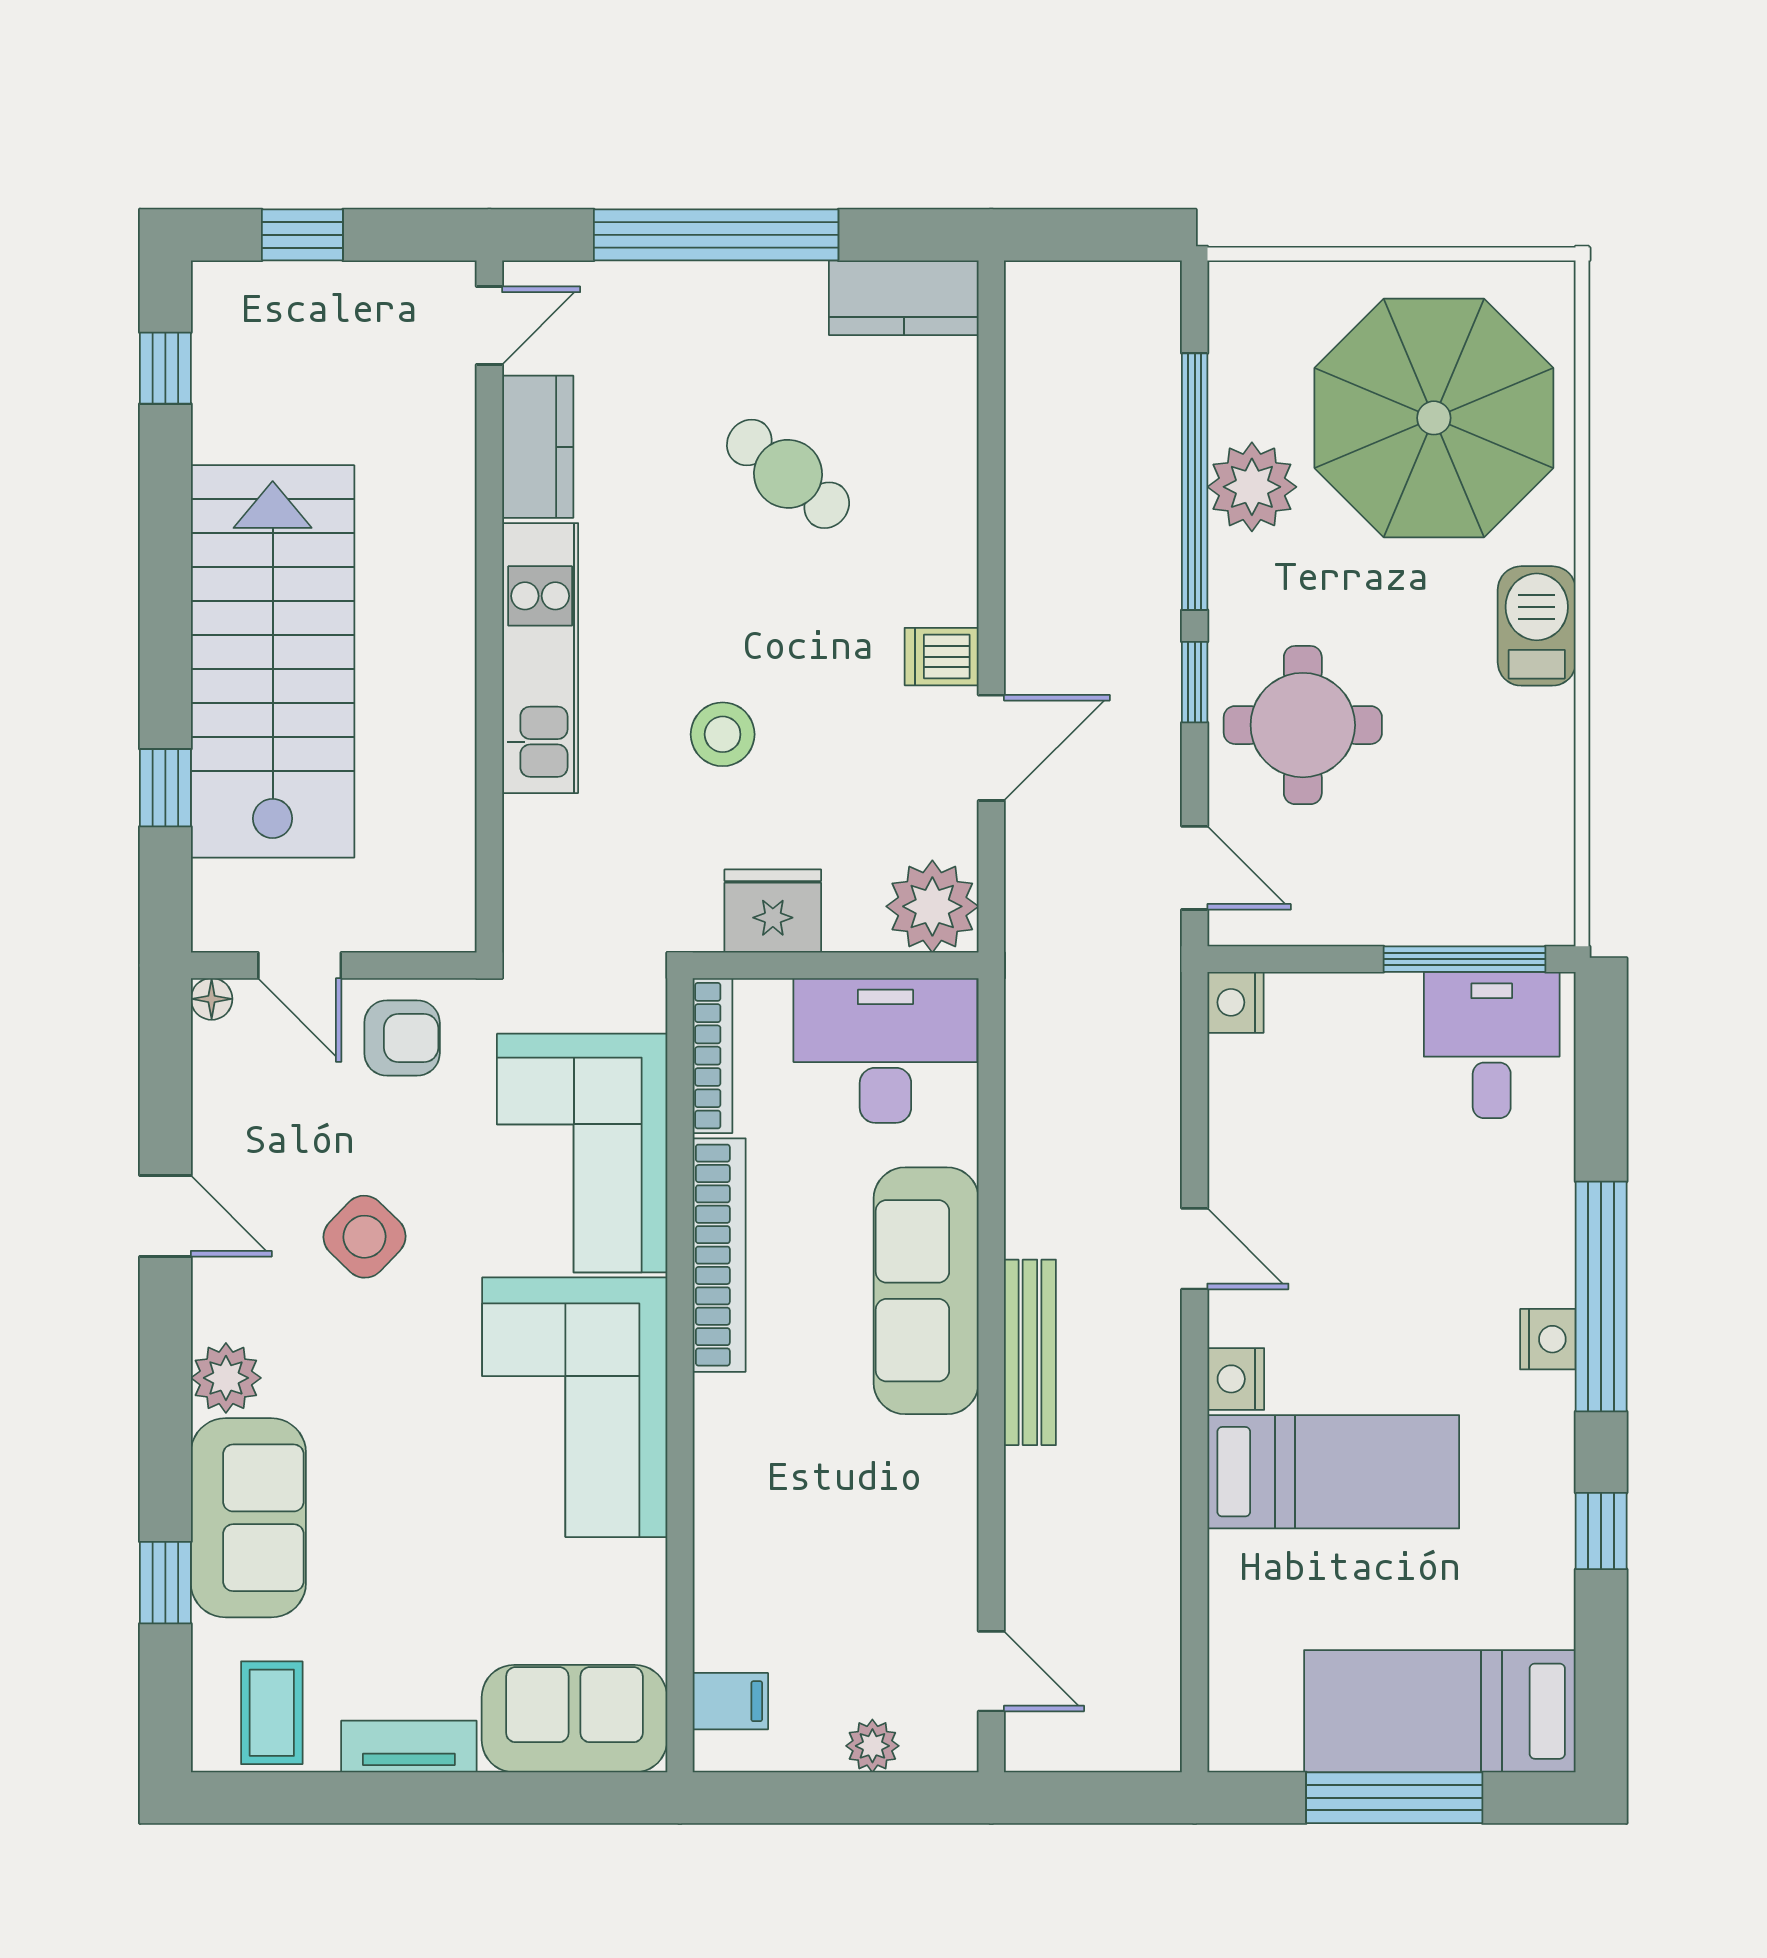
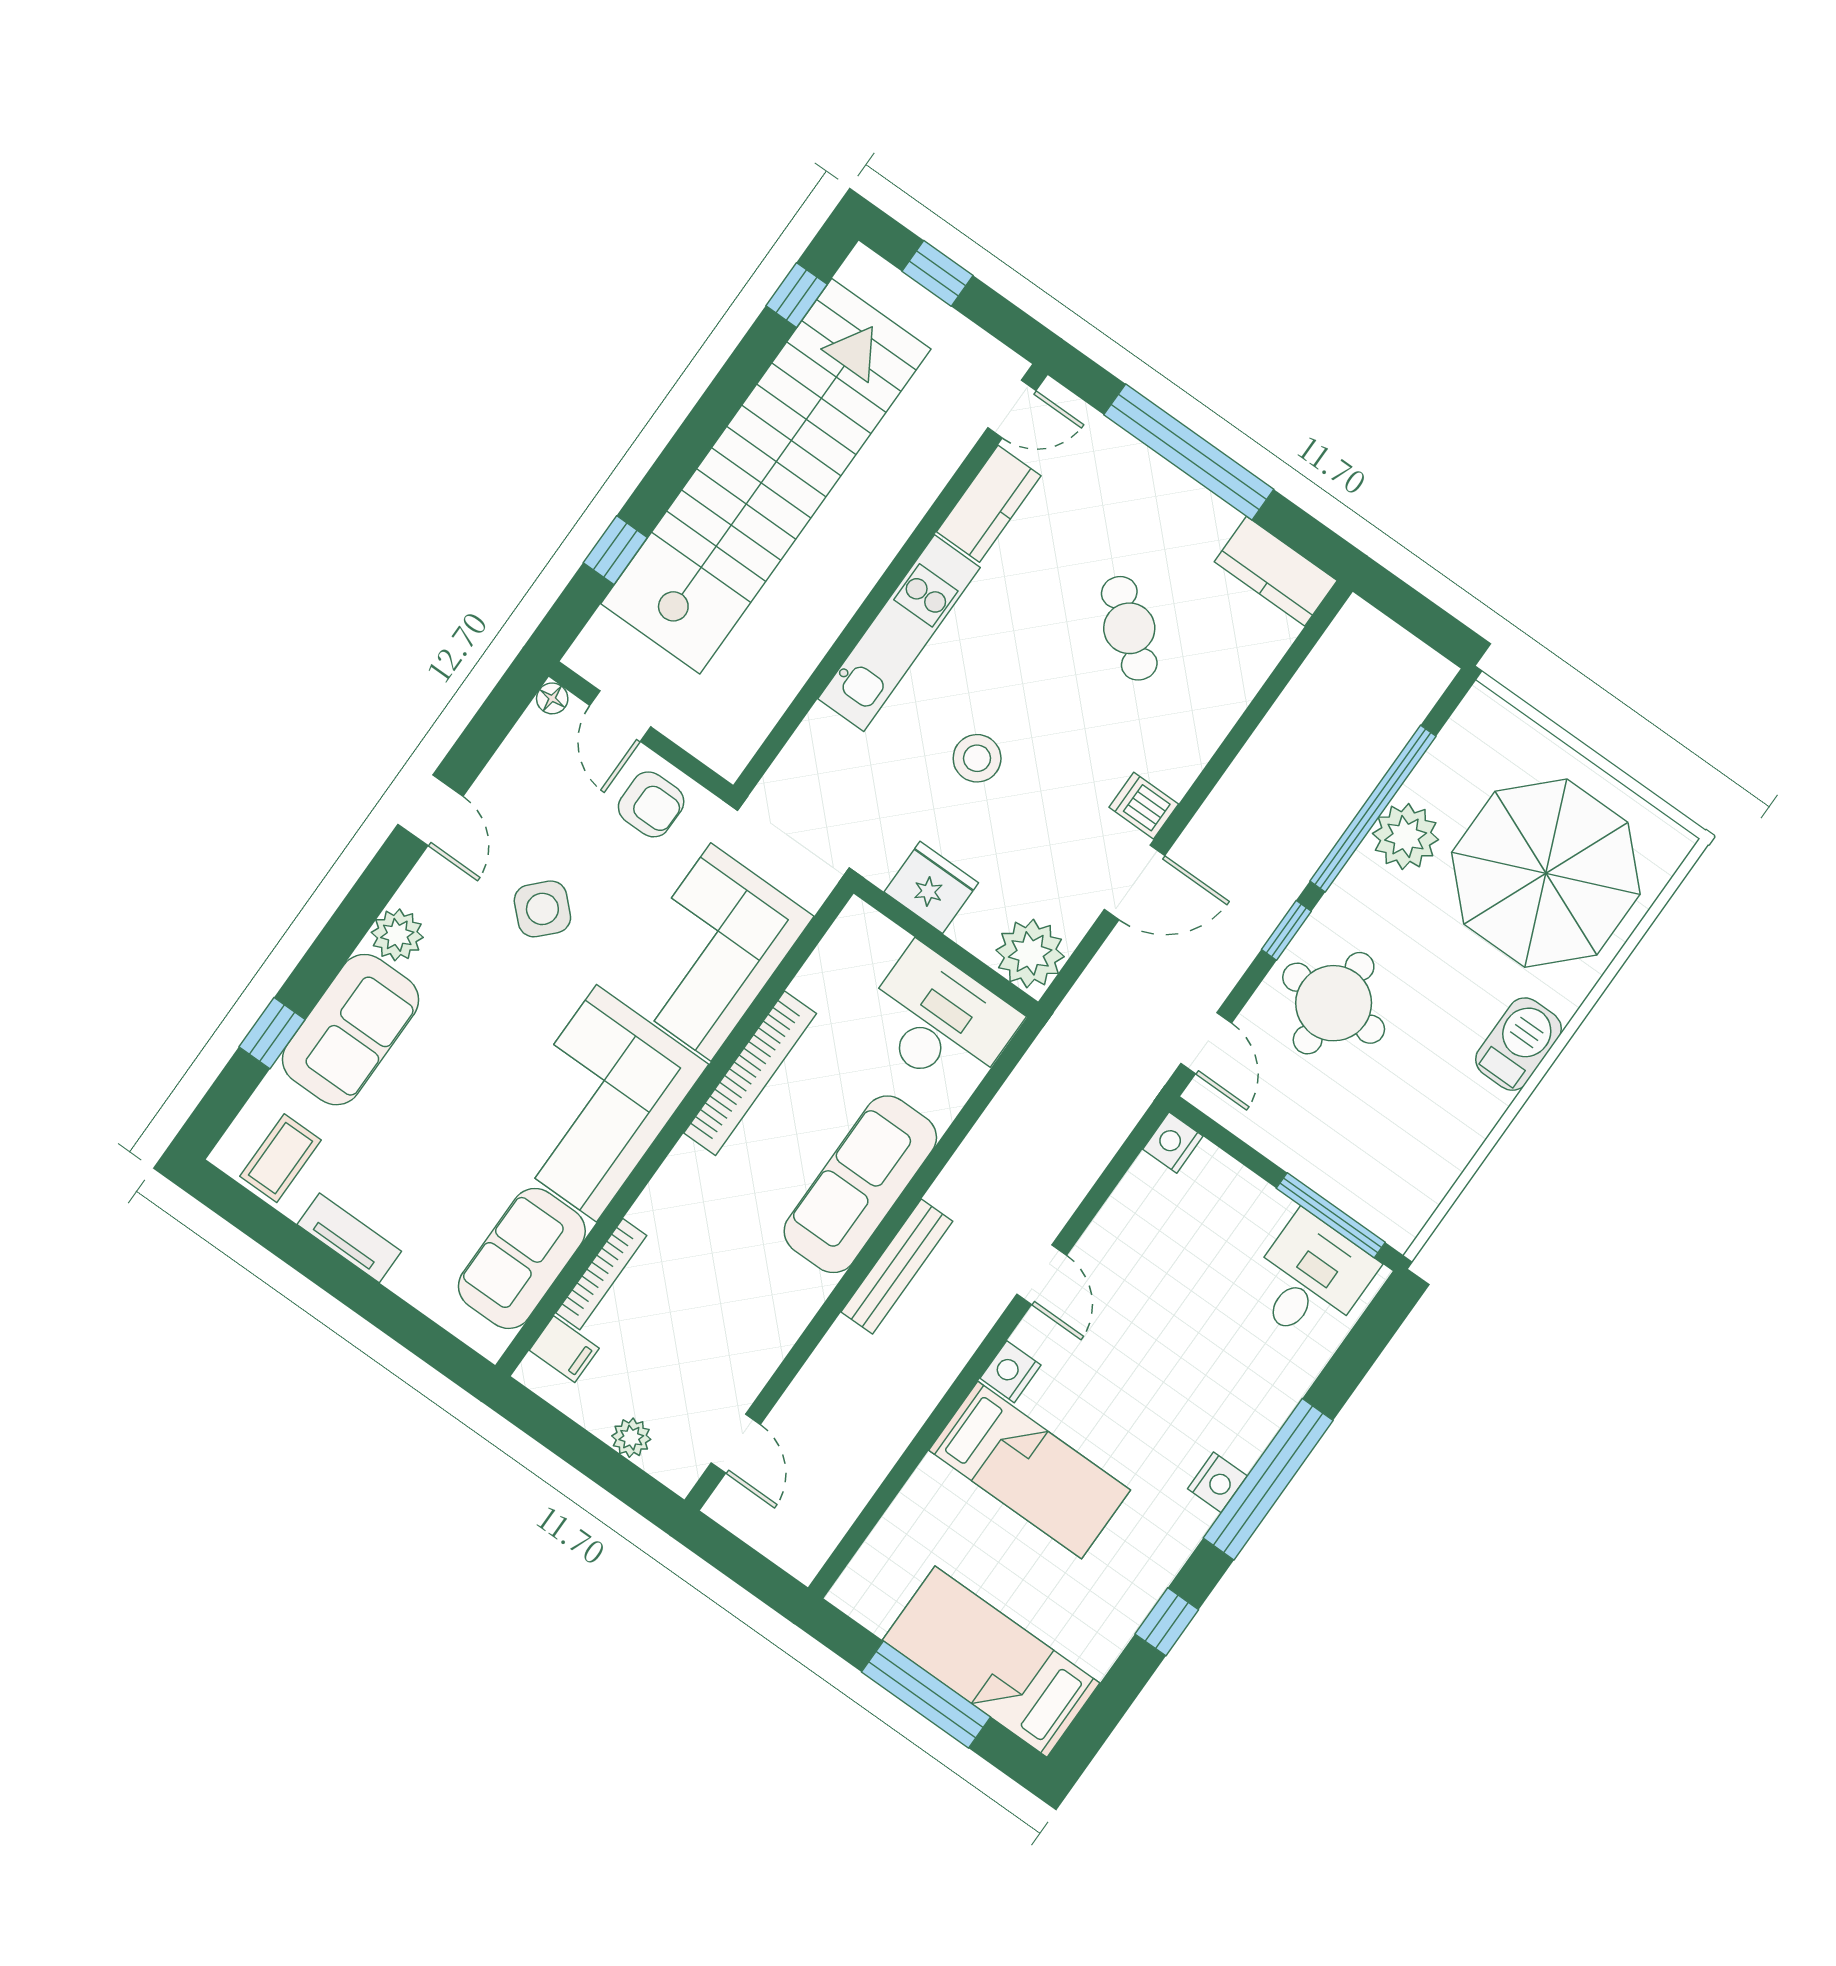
stairs: (273, 661) -> (766, 476), width x1.36
bookcase: (713, 1056) -> (601, 1274), moved
sofa: (574, 1719) -> (522, 1258), moved, turned -90

